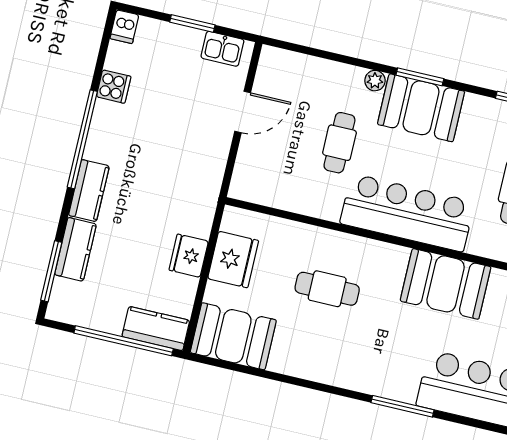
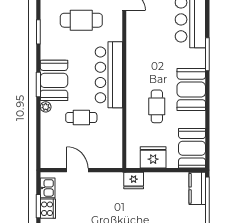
cooker: (183, 40) -> (48, 209), added
fridge: (189, 256) -> (134, 180), moved
booth: (446, 284) -> (191, 90), moved

